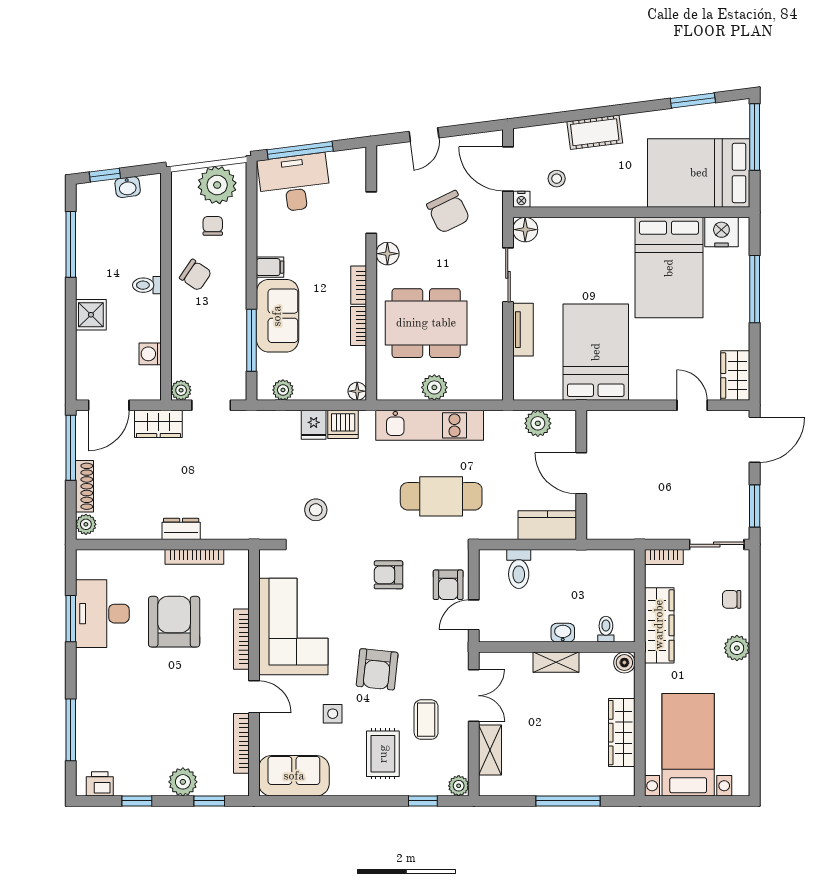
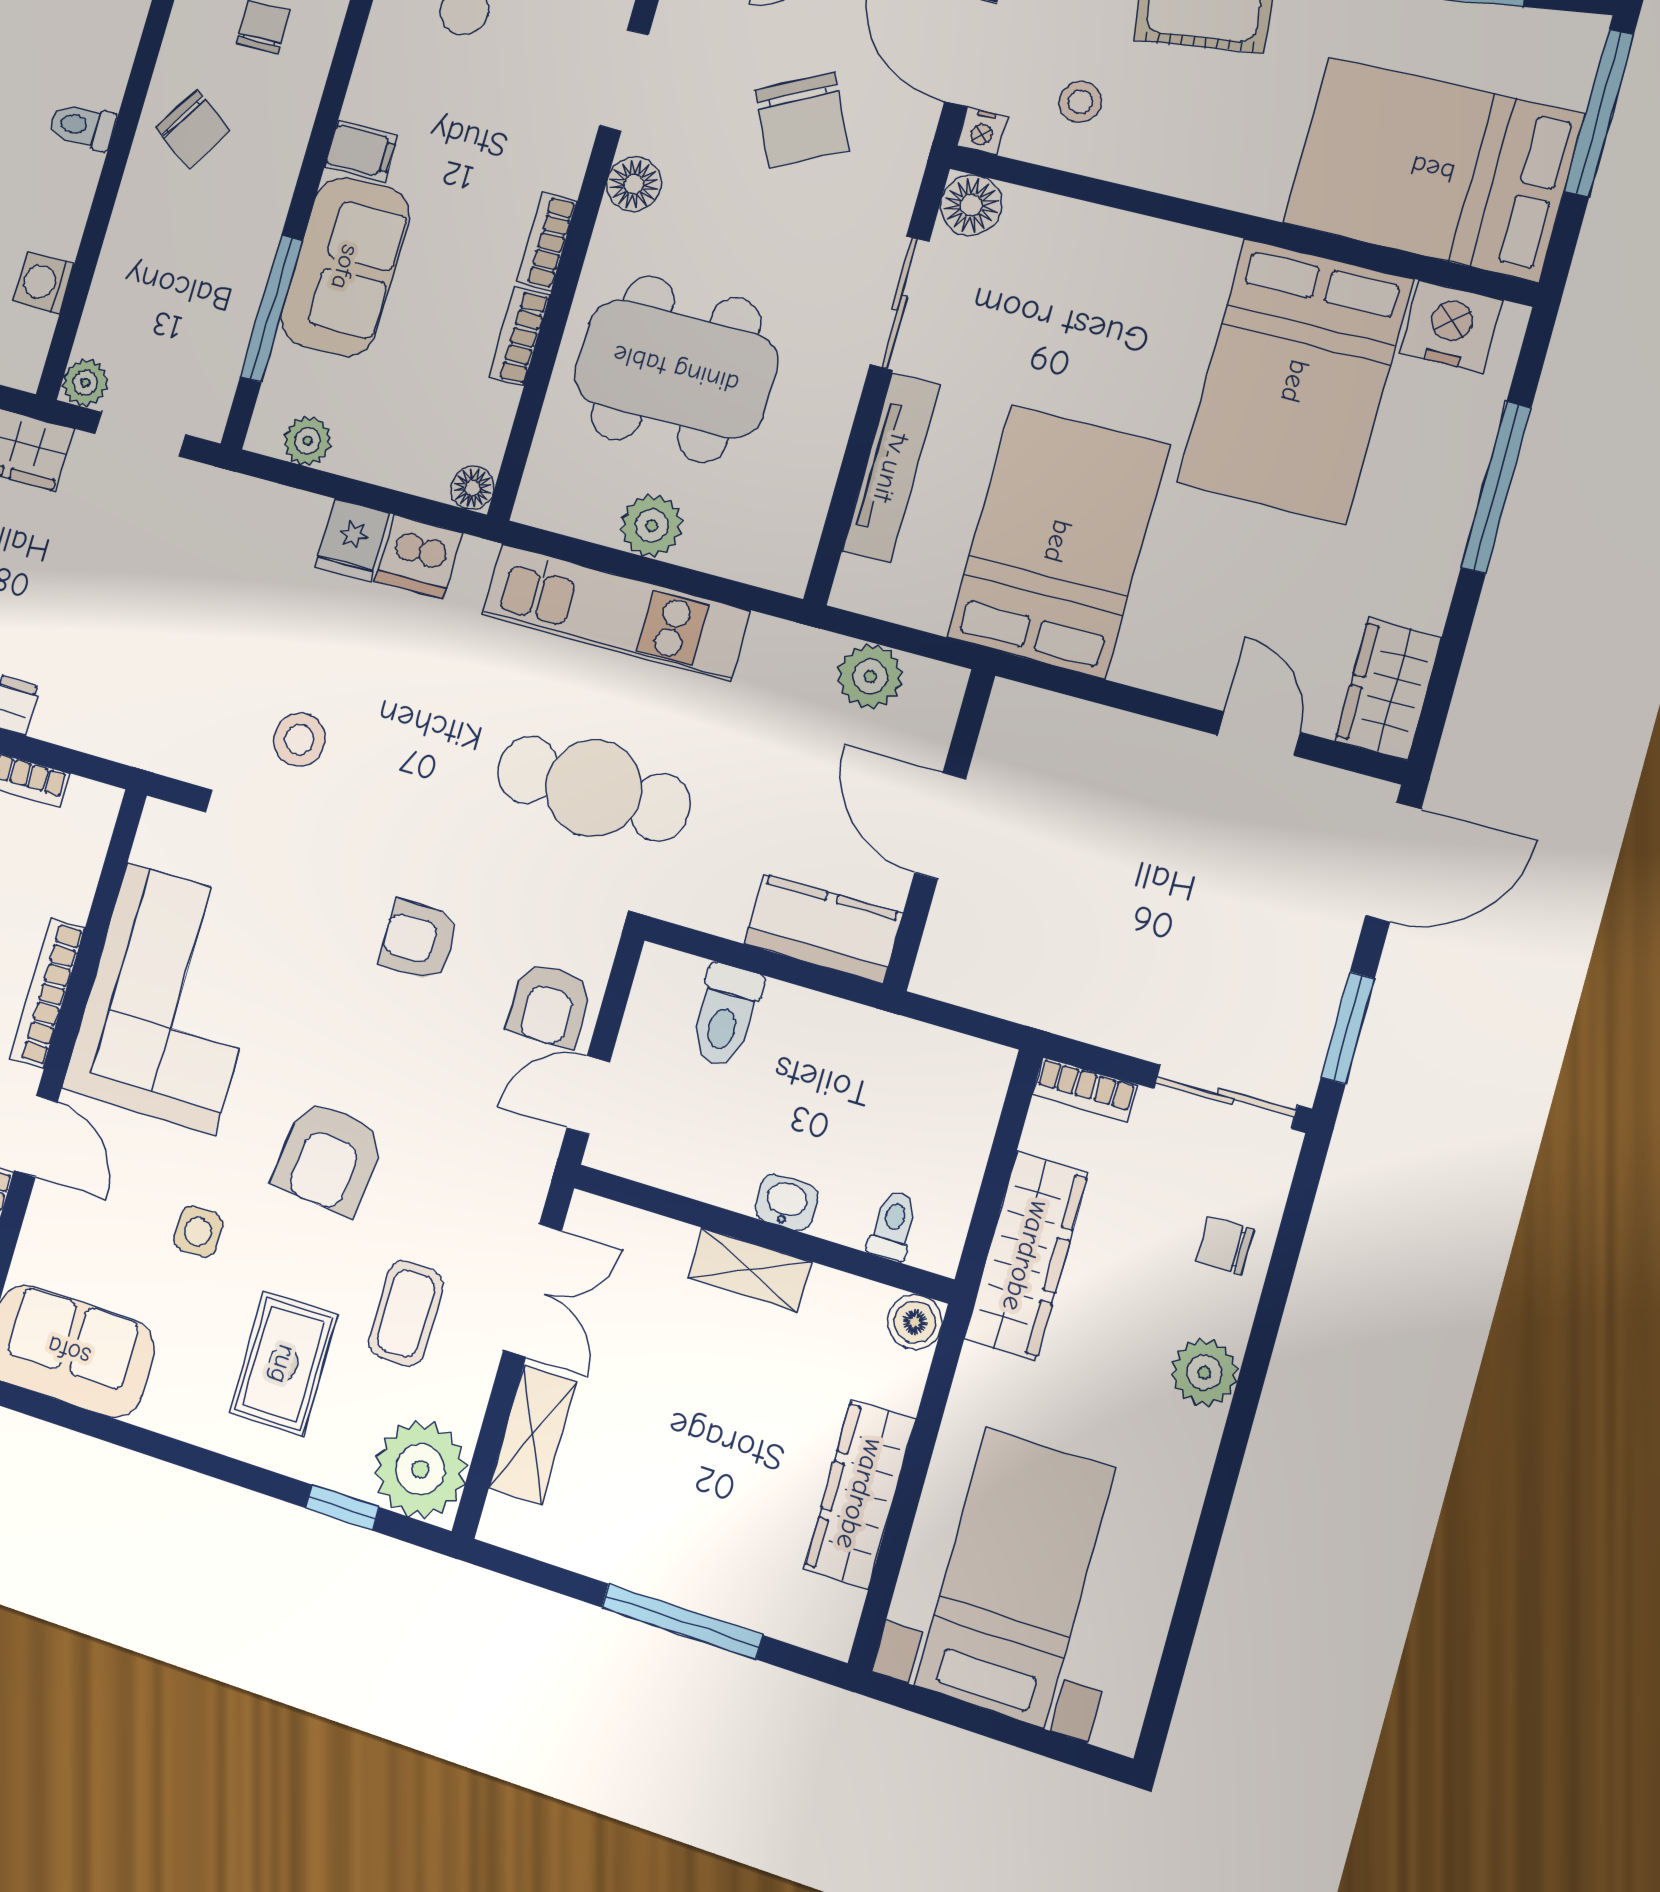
tv unit: (523, 330) -> (891, 468), width x1.41
plant: (459, 786) -> (420, 1469), width x1.87, depth x1.87

